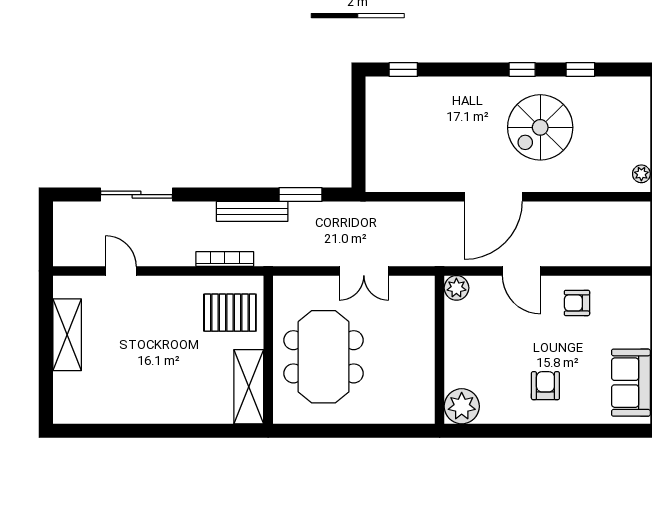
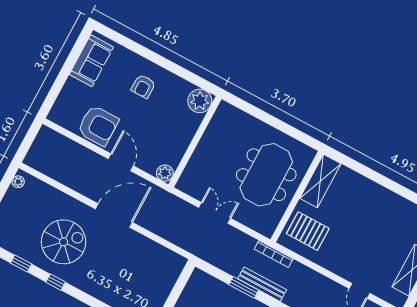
window: (300, 195) -> (244, 287), moved
bookcase: (225, 259) -> (274, 254), moved
armchair: (577, 303) -> (98, 126), width x1.88, depth x1.88

